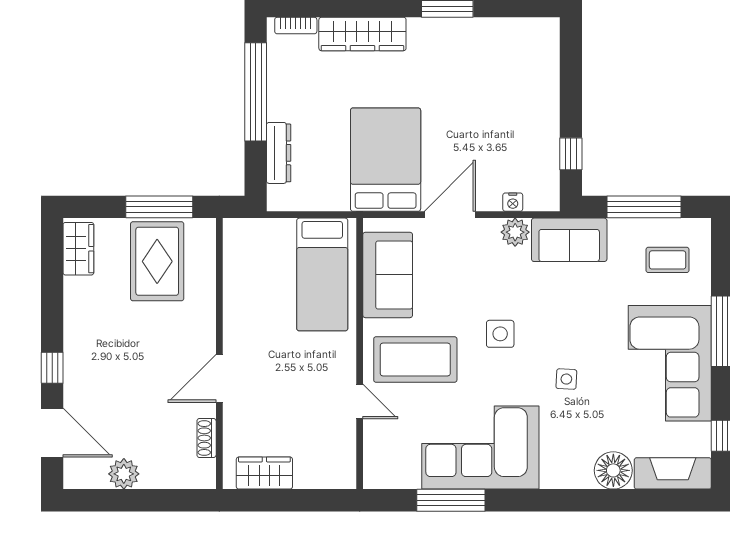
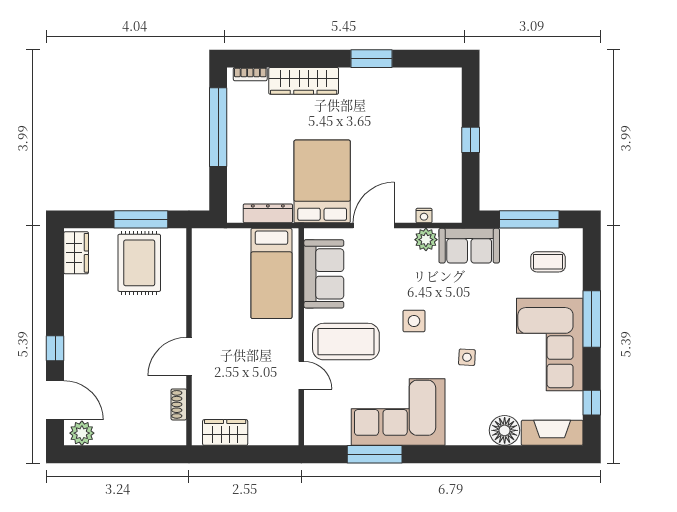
dresser: (279, 153) -> (268, 213), moved, turned -90
window: (571, 154) -> (471, 140), moved
plant: (124, 474) -> (82, 433), moved

